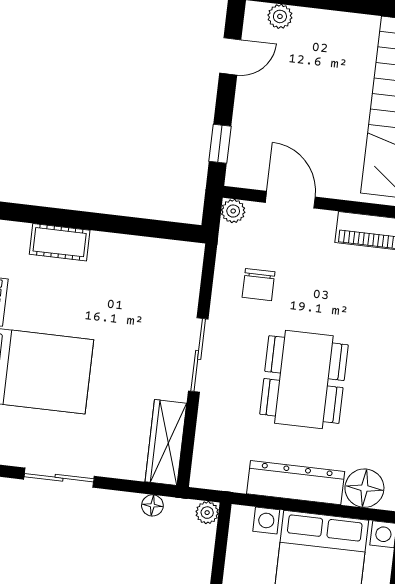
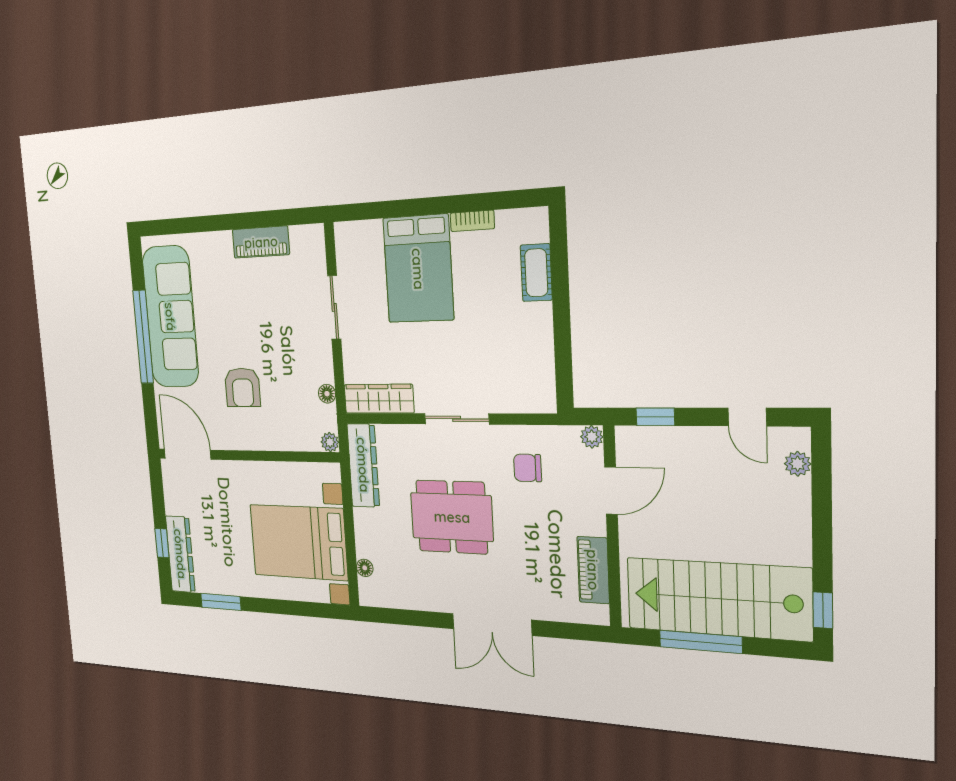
dresser: (296, 483) -> (363, 465), moved
floor lamp: (364, 488) -> (365, 568), width x0.53, depth x0.53

